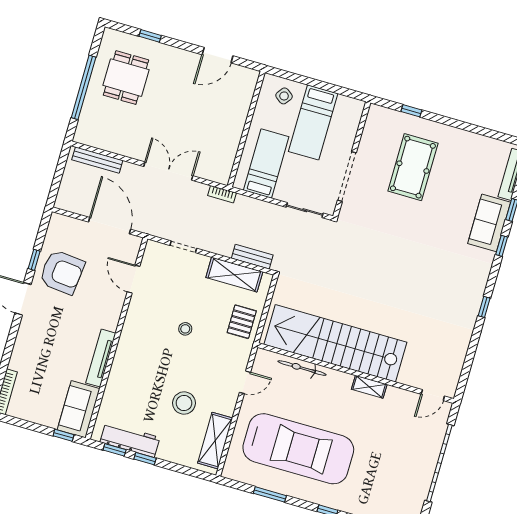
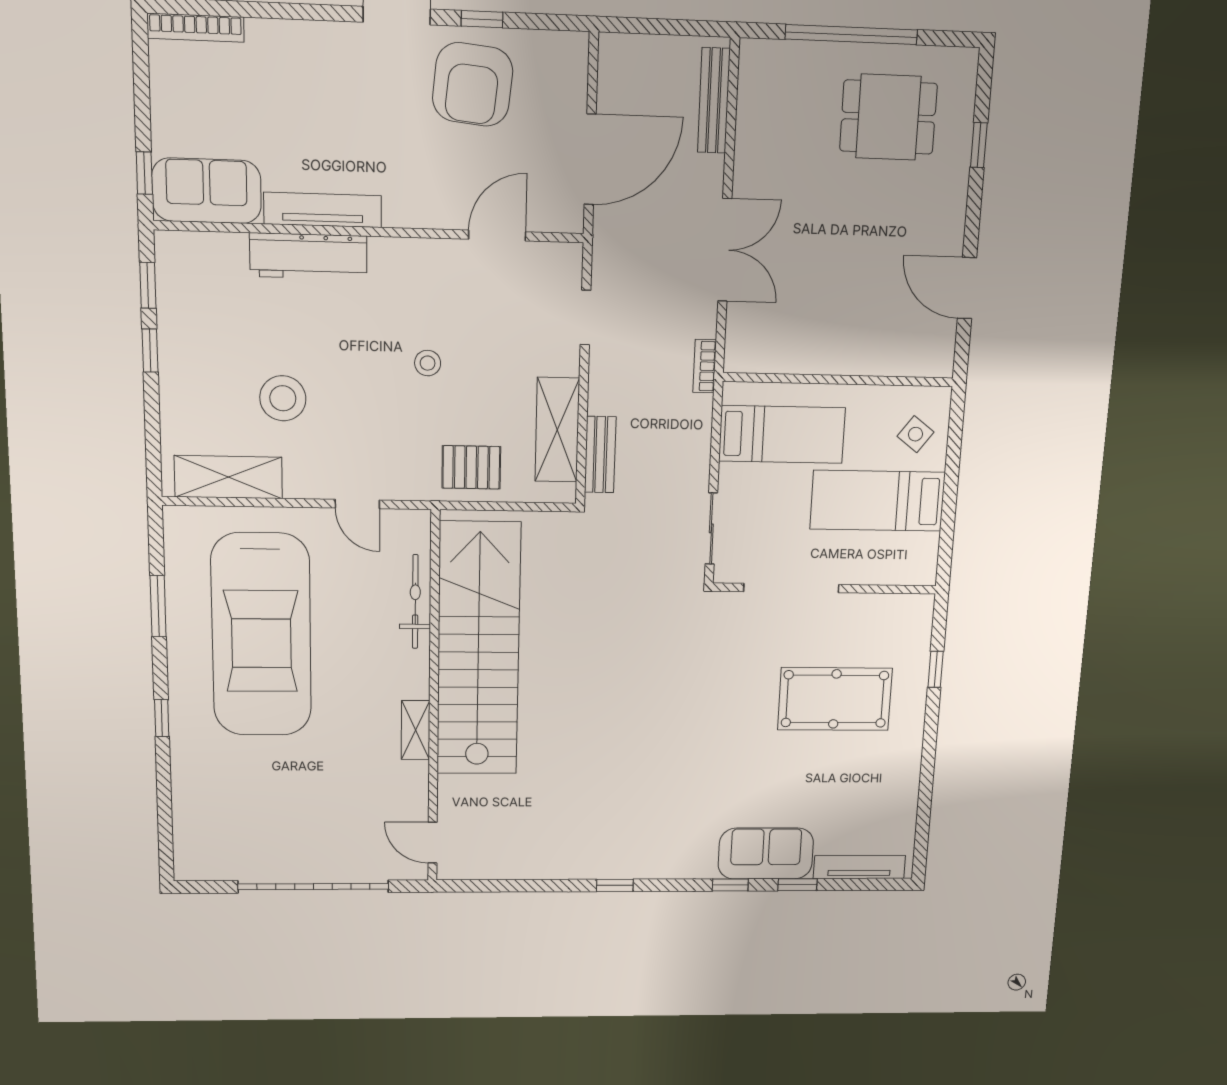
workbench: (130, 440) -> (308, 256), moved, turned 90

